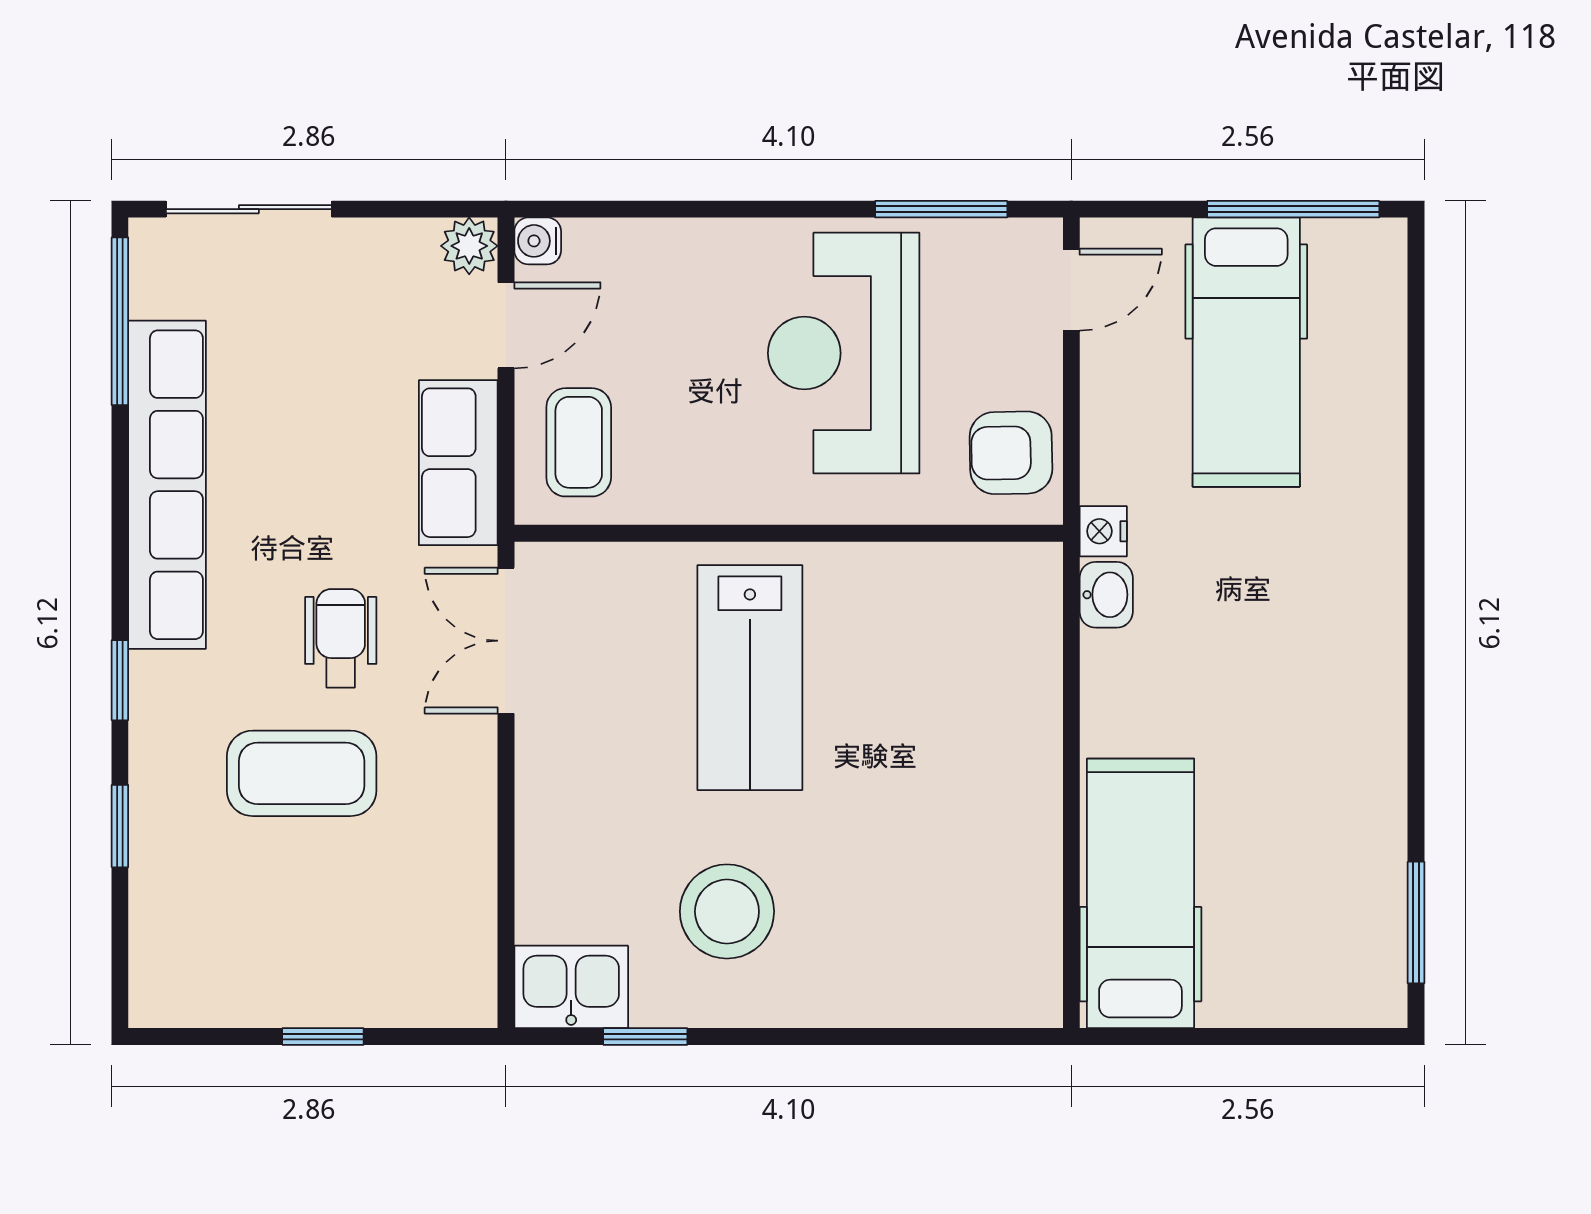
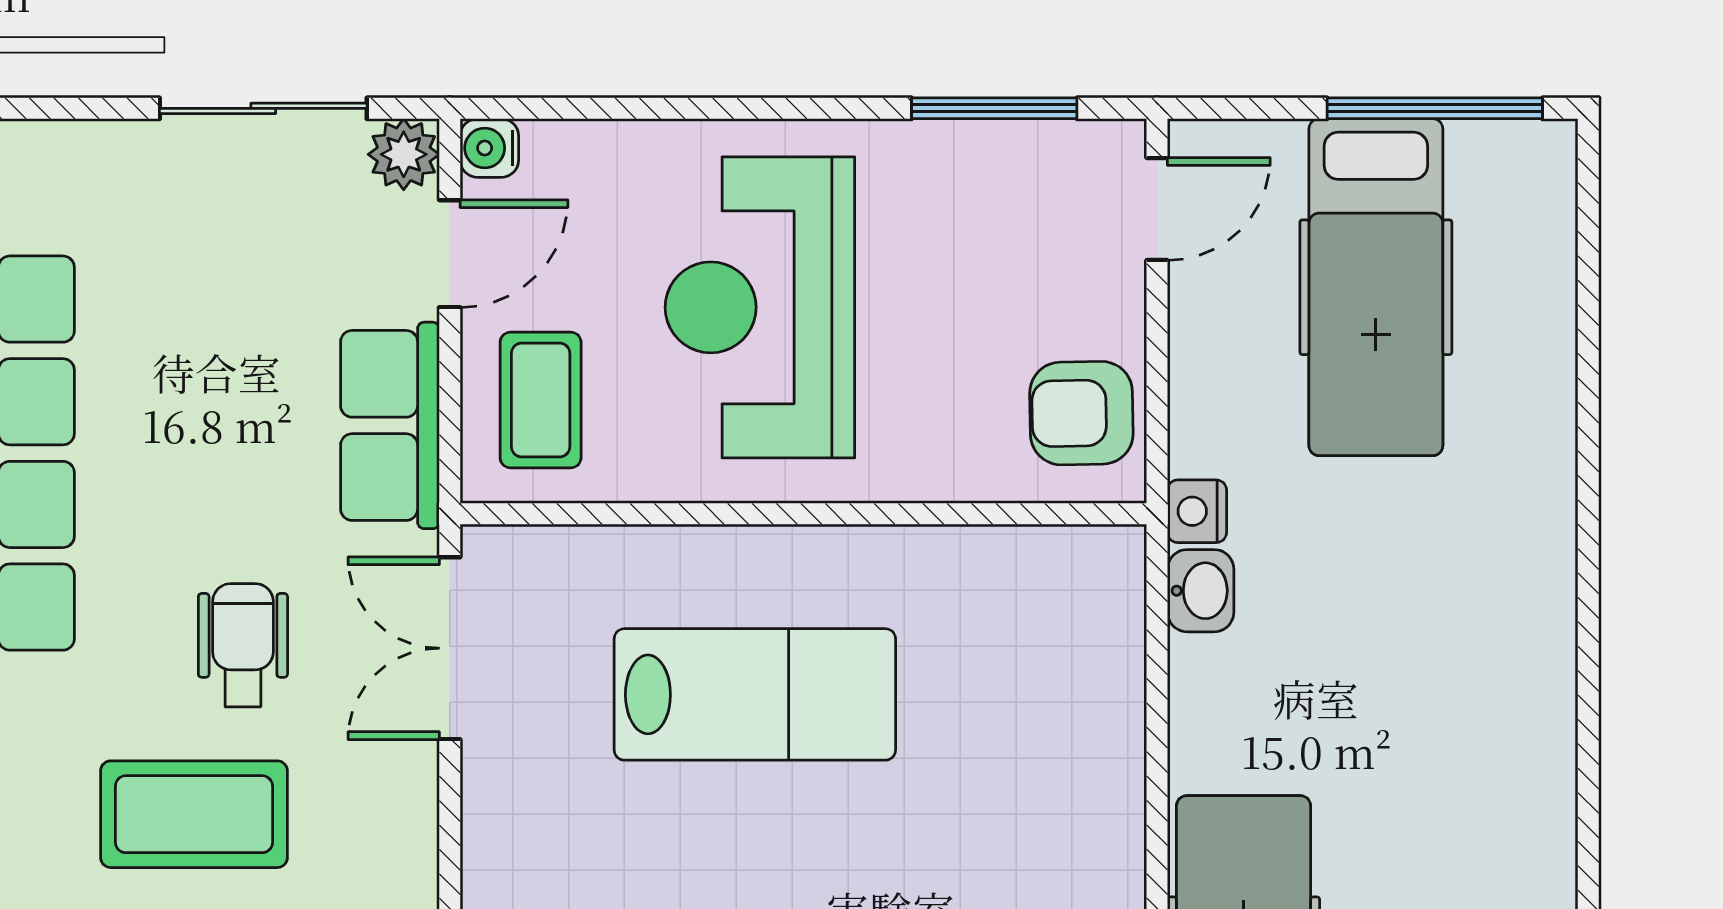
sliding door: (249, 209) -> (263, 108), moved
reception desk: (844, 353) -> (760, 307), moved
lab bench: (750, 678) -> (755, 694), turned -90

